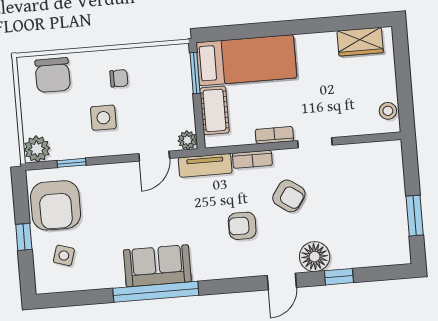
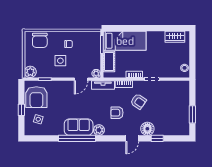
plant: (204, 269) -> (99, 130), added

